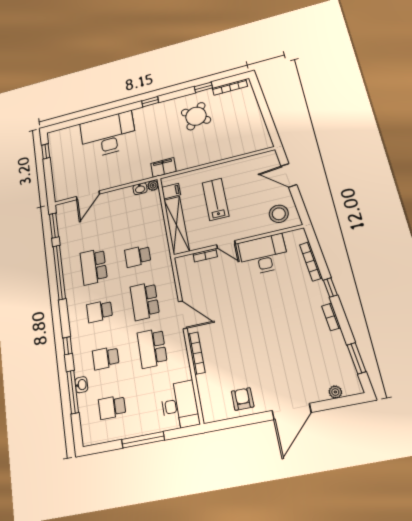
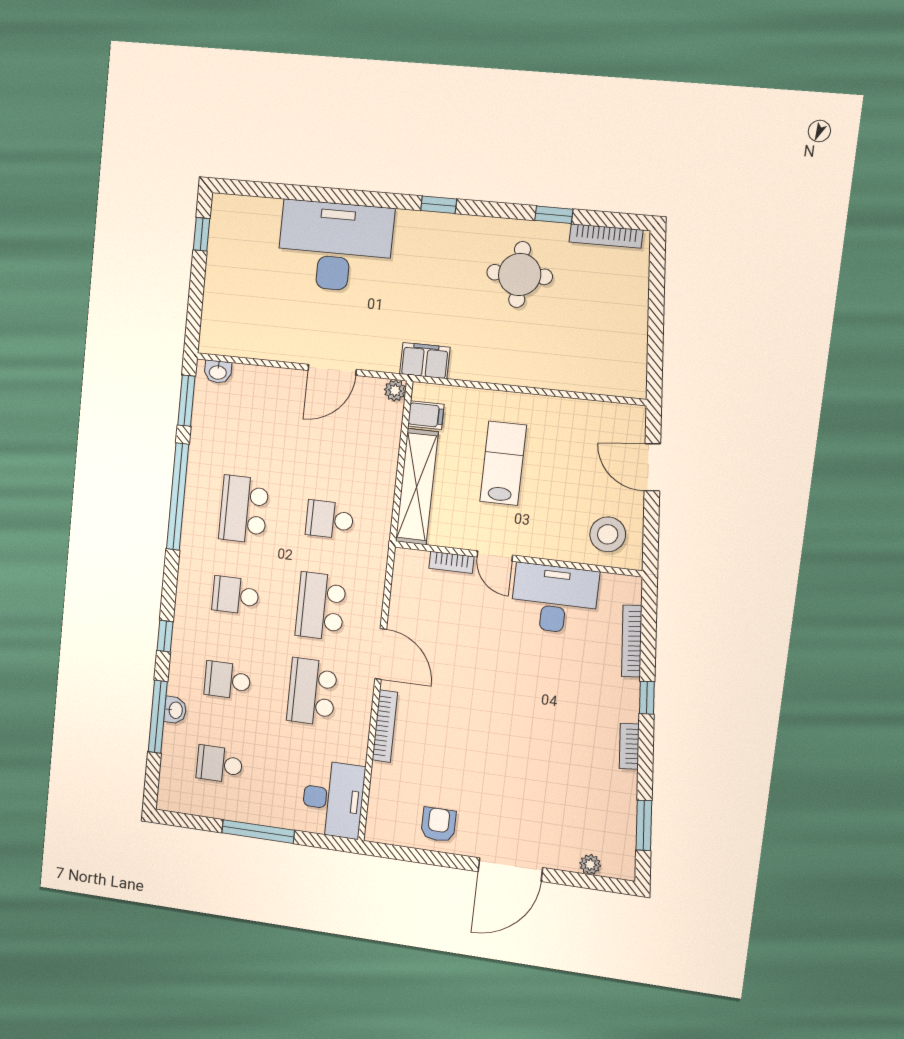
round table: (196, 116) -> (520, 275), turned -36
washbasin: (140, 189) -> (218, 372), moved
door: (88, 195) -> (332, 370), moved

